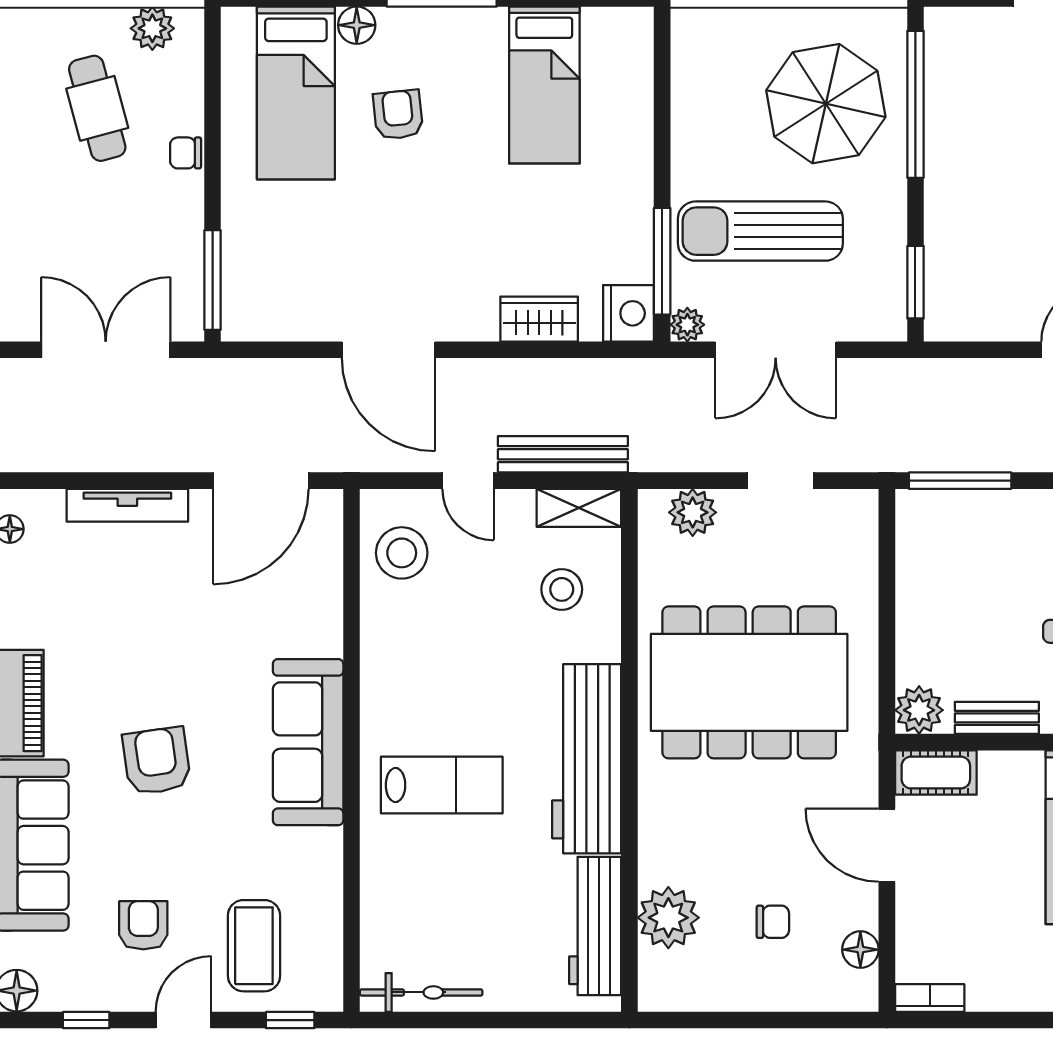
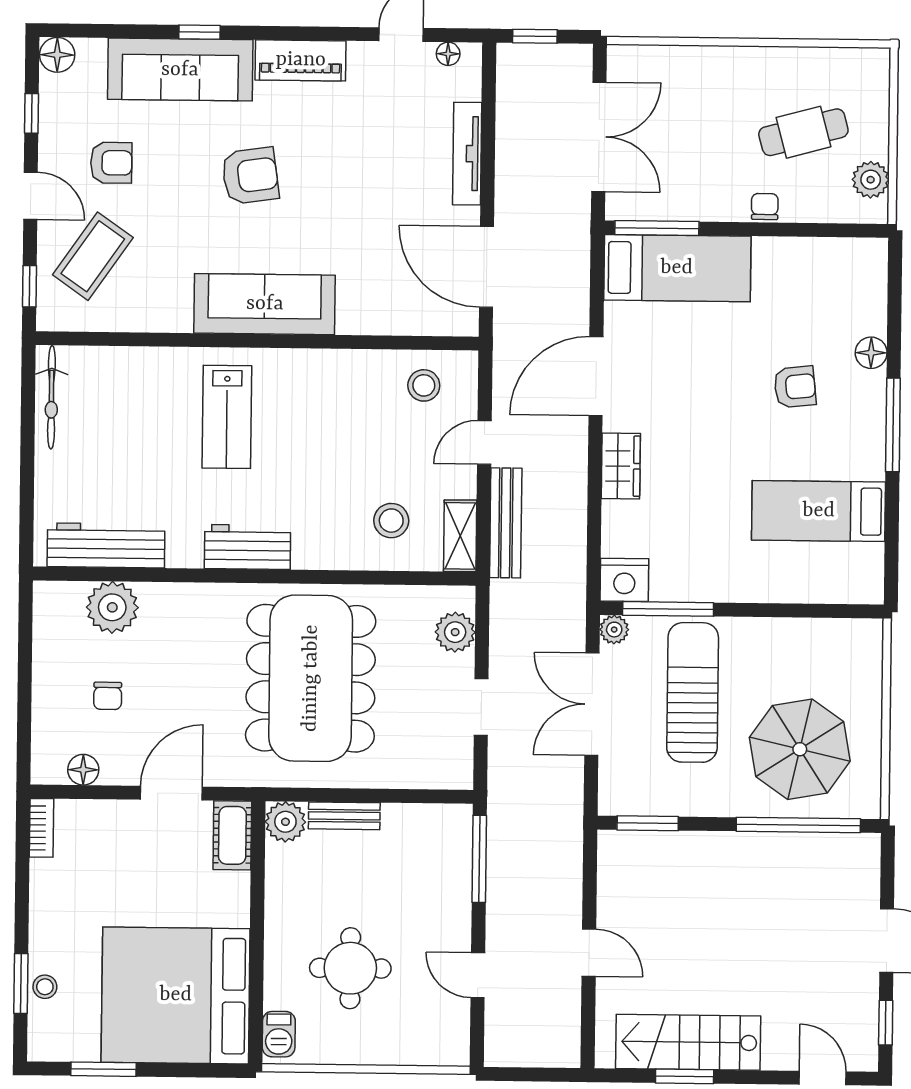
bed: (296, 93) -> (677, 268), moved, turned 180
wardrobe: (539, 319) -> (621, 466), moved
stool: (402, 553) -> (424, 385), width x0.73, depth x0.73
bench: (997, 718) -> (344, 816), moved, turned 90
workbench: (587, 759) -> (248, 547), width x0.53, depth x0.76
coffee table: (254, 946) -> (93, 256), turned -55

